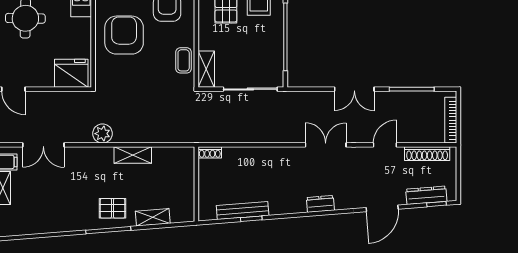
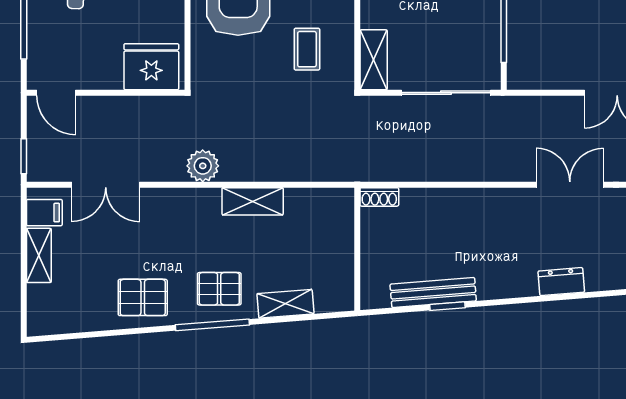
coffee table: (184, 60) -> (307, 49), moved
pallet: (66, 214) -> (143, 297), added

